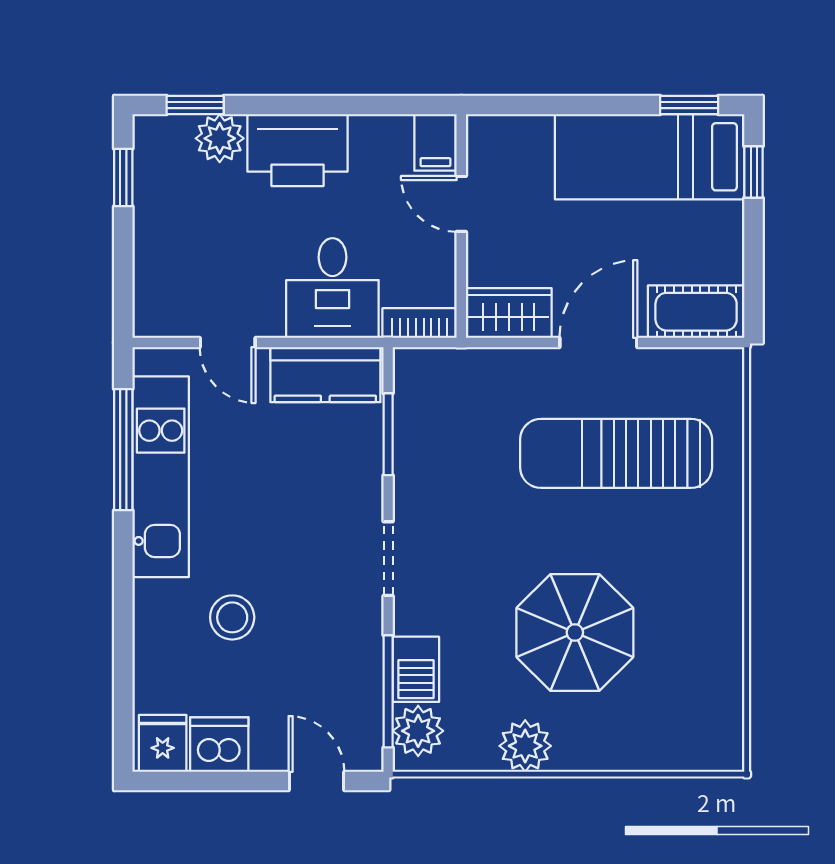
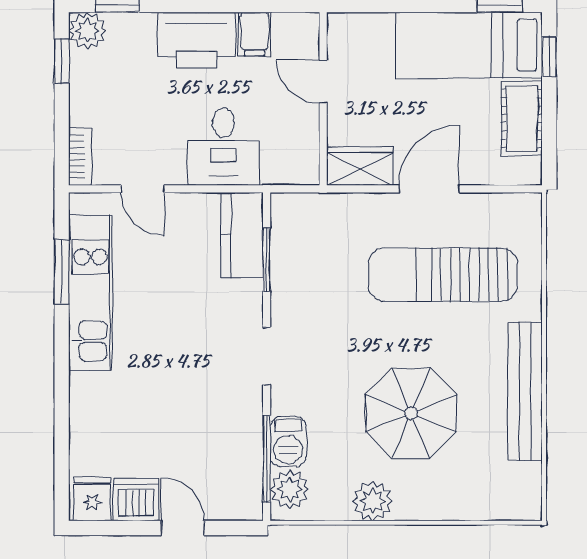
plant: (220, 138) -> (87, 31), moved
filing cabinet: (435, 142) -> (254, 34), moved
cot: (696, 312) -> (522, 118), moved, turned 90
bookcase: (420, 323) -> (80, 157), moved, turned 90
kitchen counter: (325, 375) -> (242, 235), moved, turned 90
window: (123, 450) -> (62, 272), width x0.69
bench: (722, 604) -> (525, 391), added
stool: (232, 617) -> (146, 402), removed
door: (316, 781) -> (183, 528), moved

